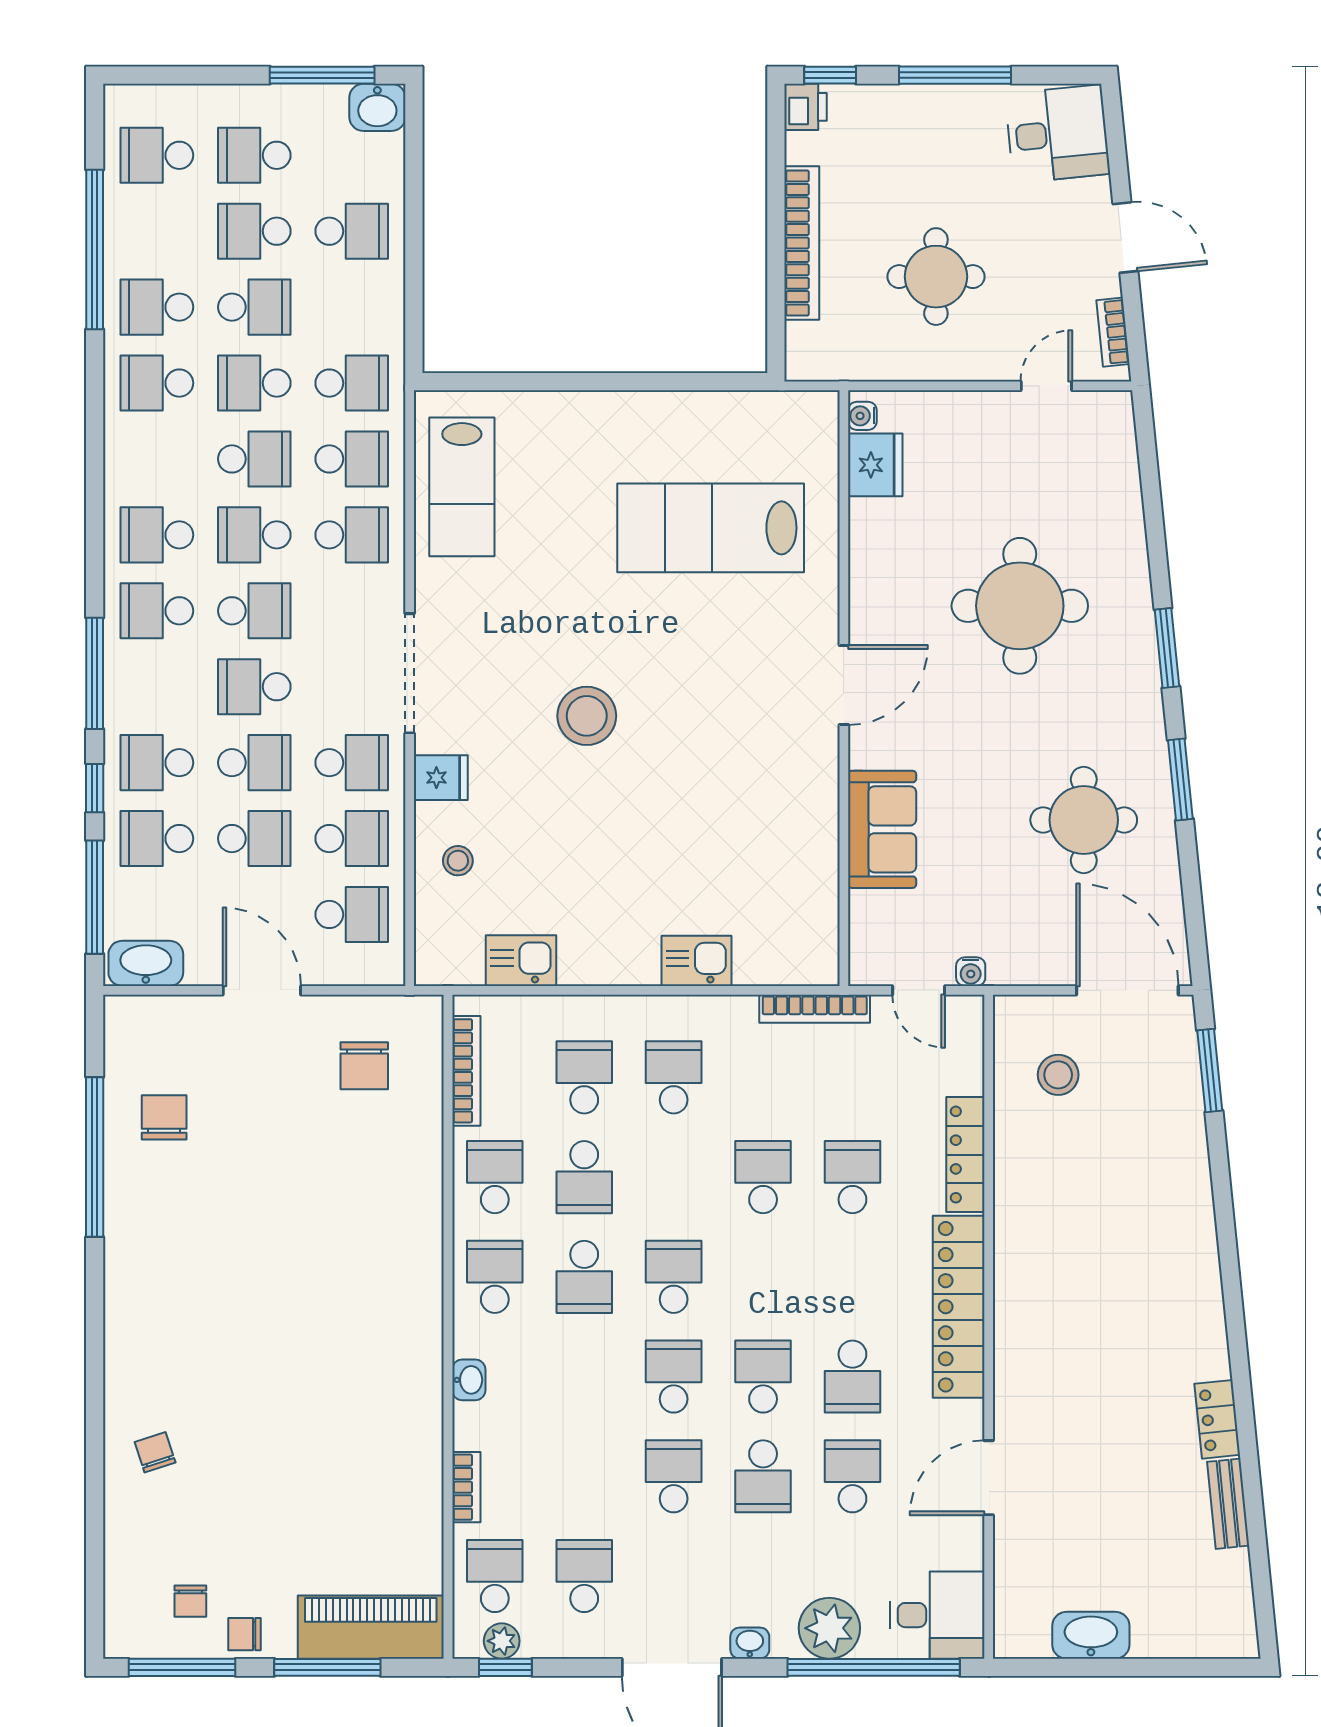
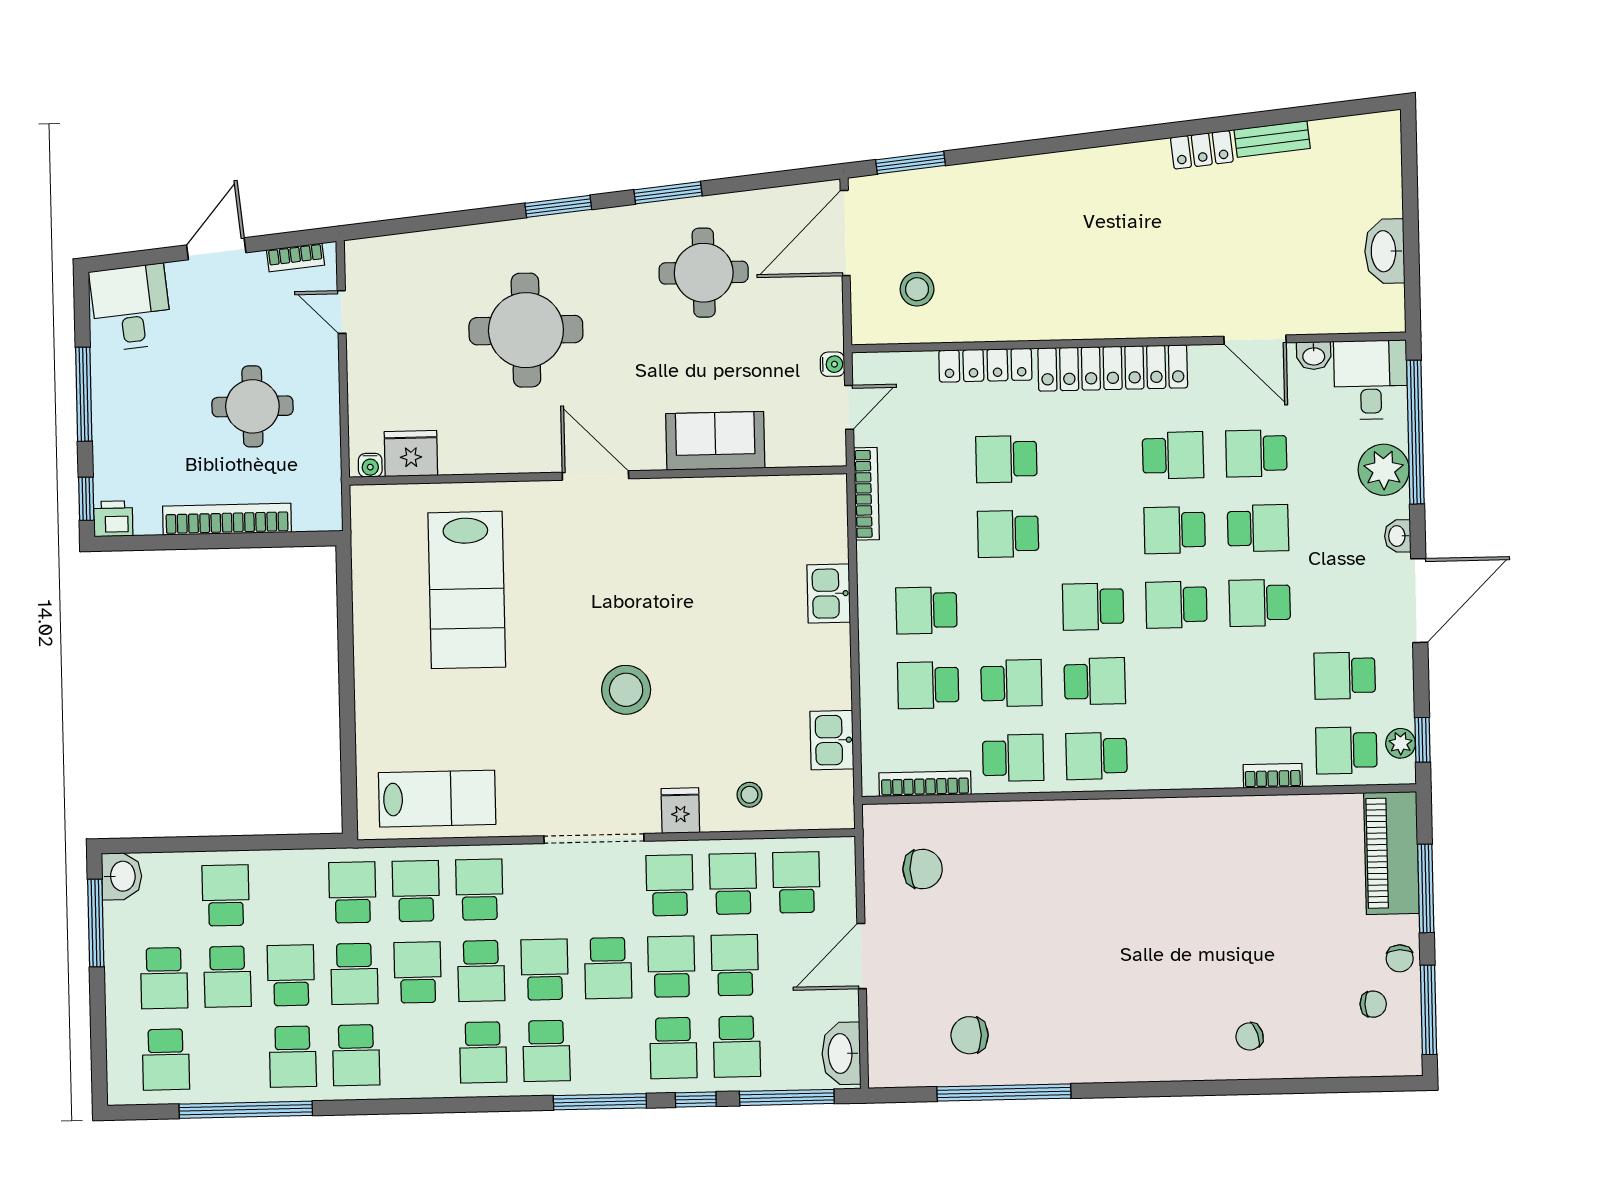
school desk: (495, 1177) -> (1013, 758), turned 180
washbasin: (469, 1380) -> (1314, 356), moved, turned 180

